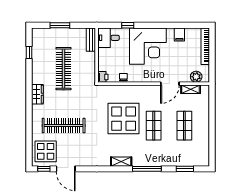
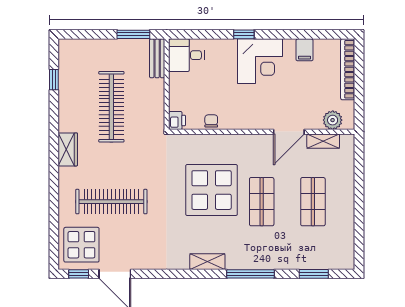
window: (60, 25) -> (133, 34), moved
window: (128, 25) -> (244, 34), moved
corner desk: (148, 46) -> (260, 61), width x0.74, depth x0.74

